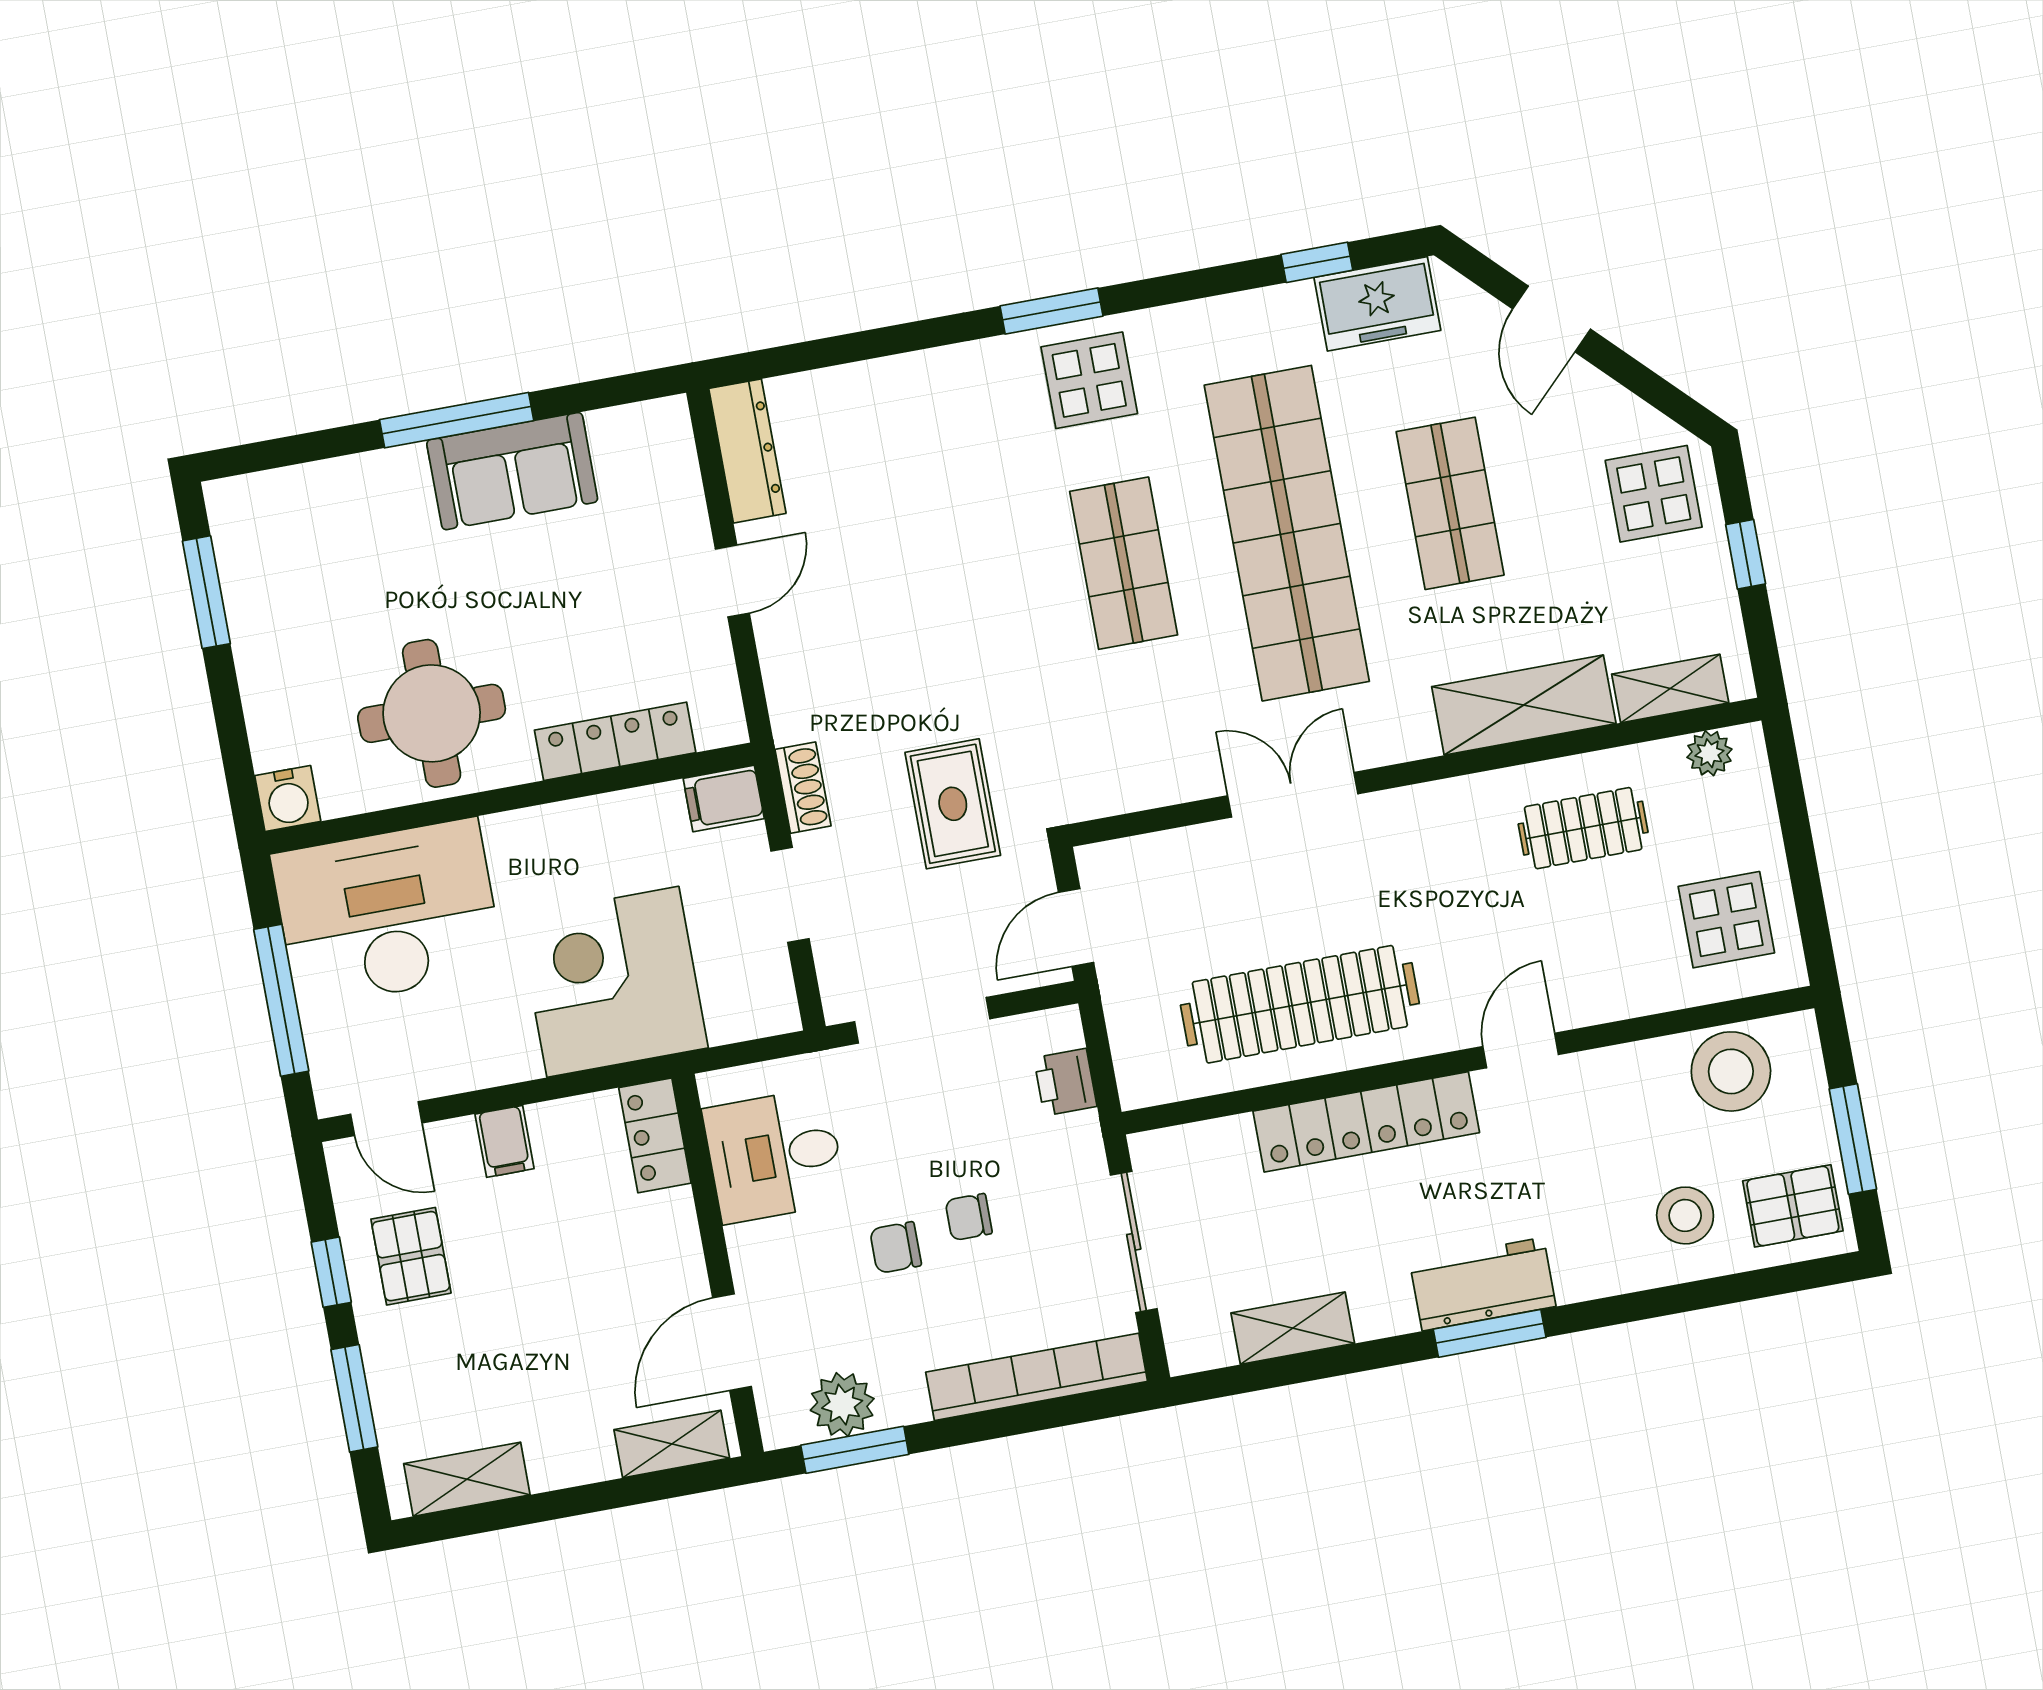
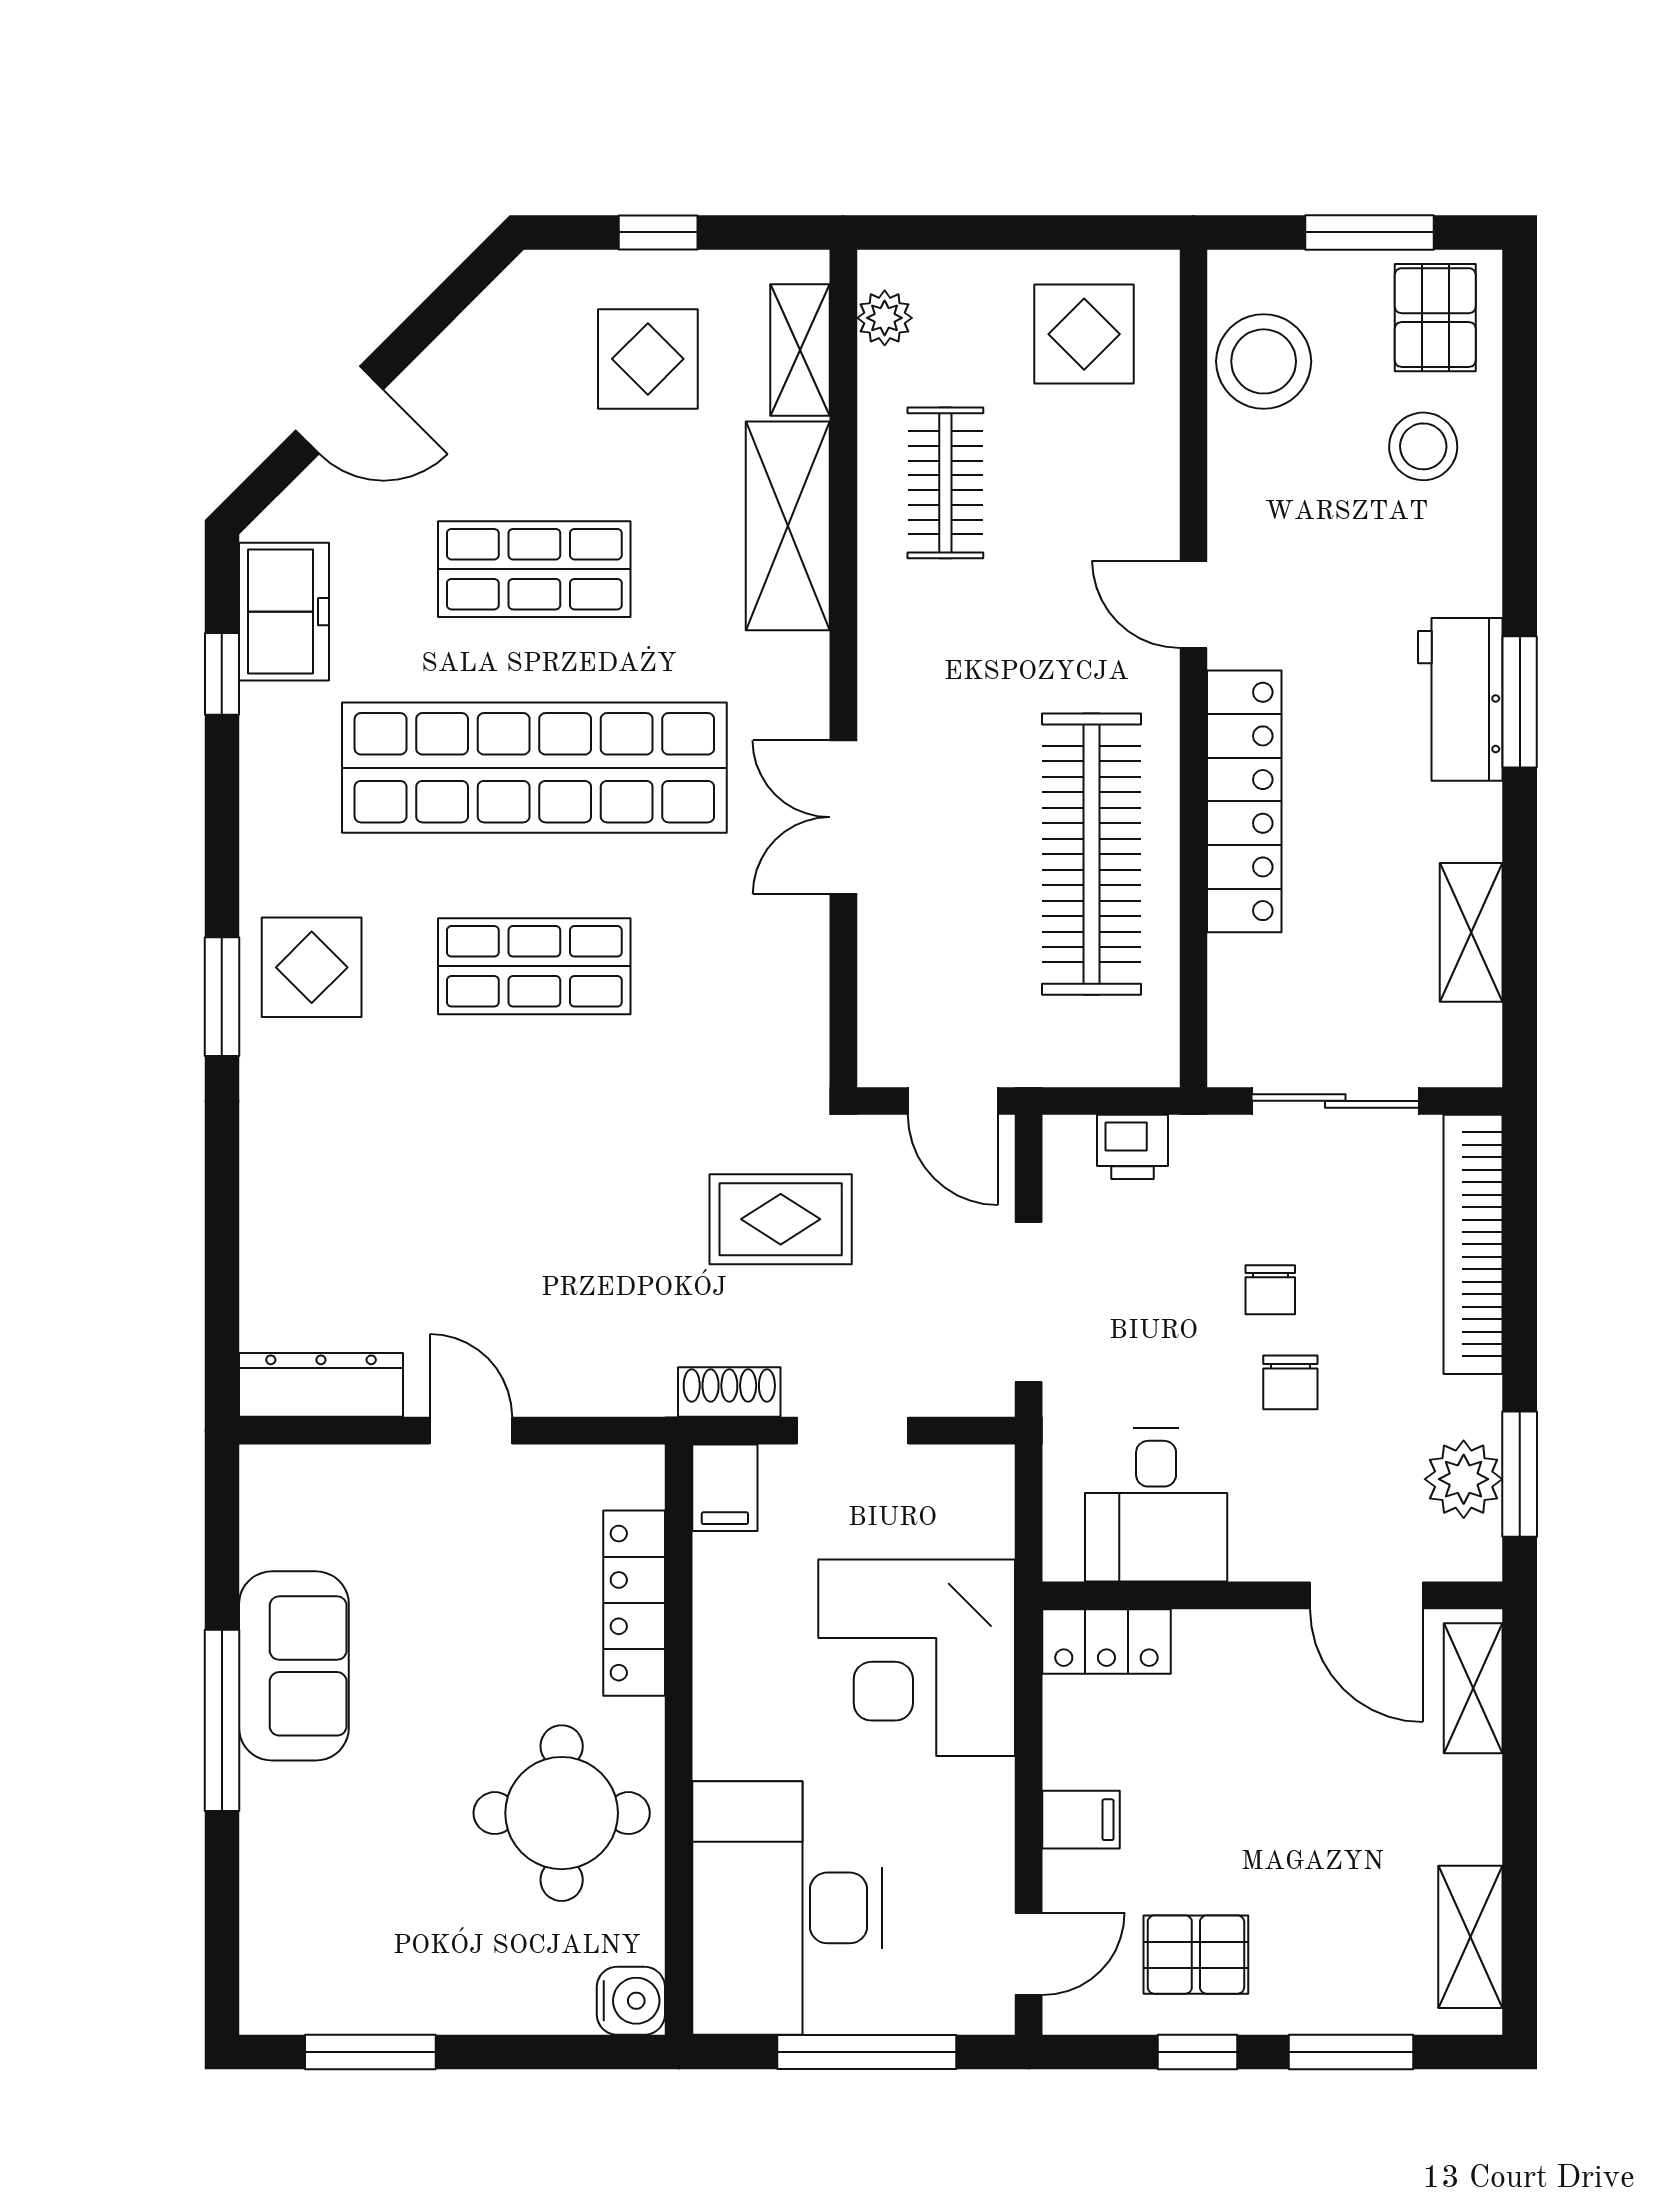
display table: (1654, 494) -> (648, 359), moved

